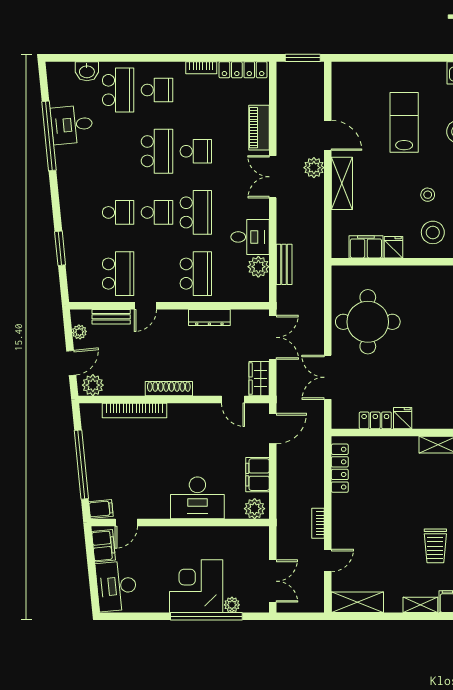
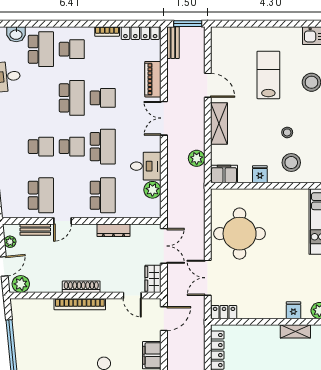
plant: (314, 168) -> (197, 158), moved
filing cabinet: (366, 247) -> (224, 174), moved
bench: (284, 264) -> (173, 43), moved
bookcase: (134, 410) -> (80, 304), moved
fridge: (403, 418) -> (293, 310), moved
locker: (375, 420) -> (224, 312), moved

